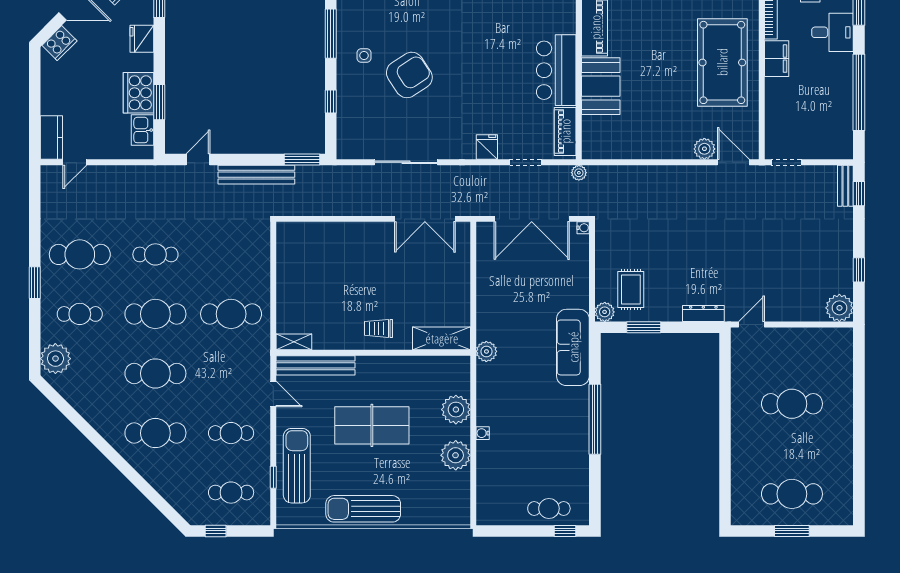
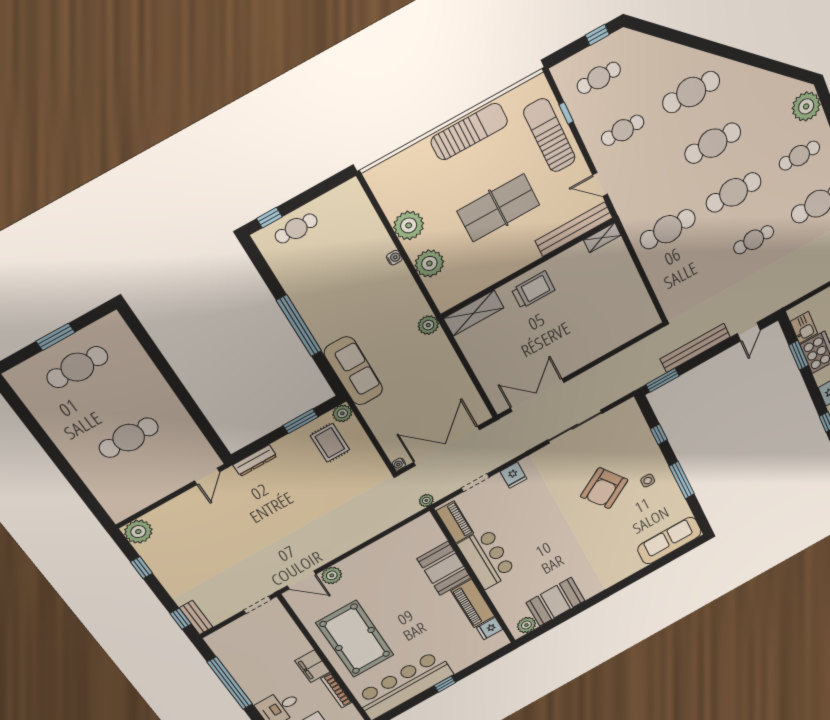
trolley: (378, 328) -> (533, 290), width x1.36, depth x1.39
sun lounger: (297, 466) -> (549, 135), turned 180

